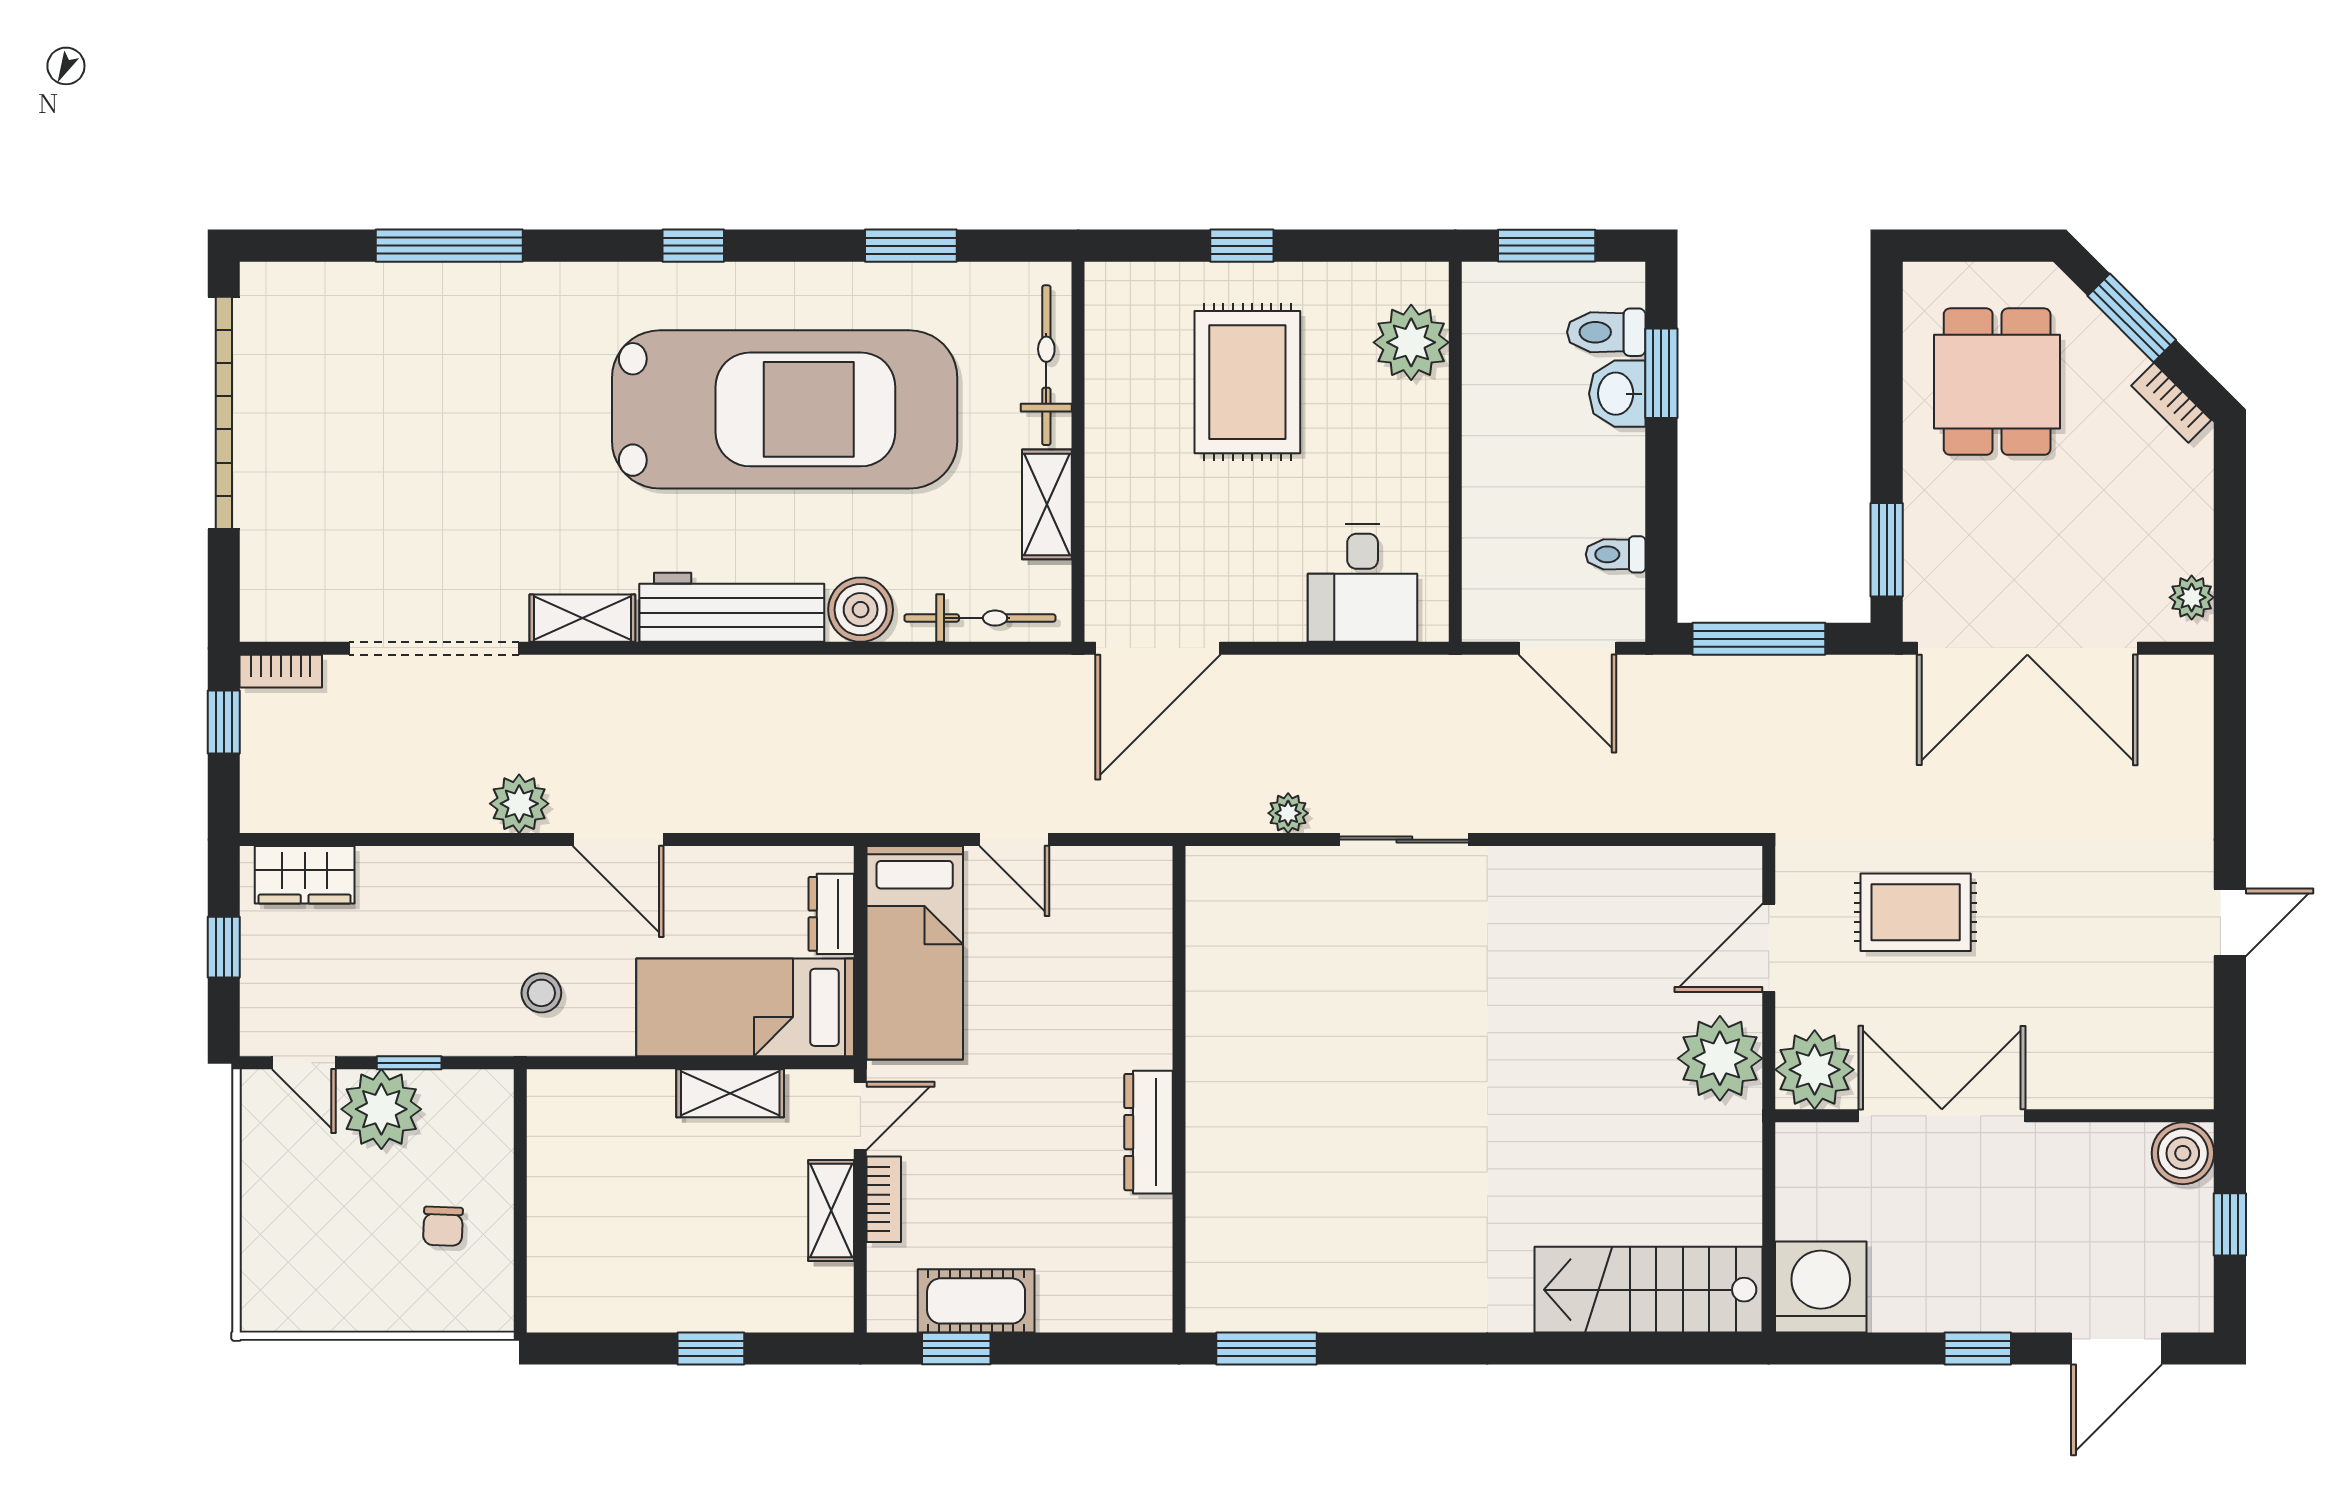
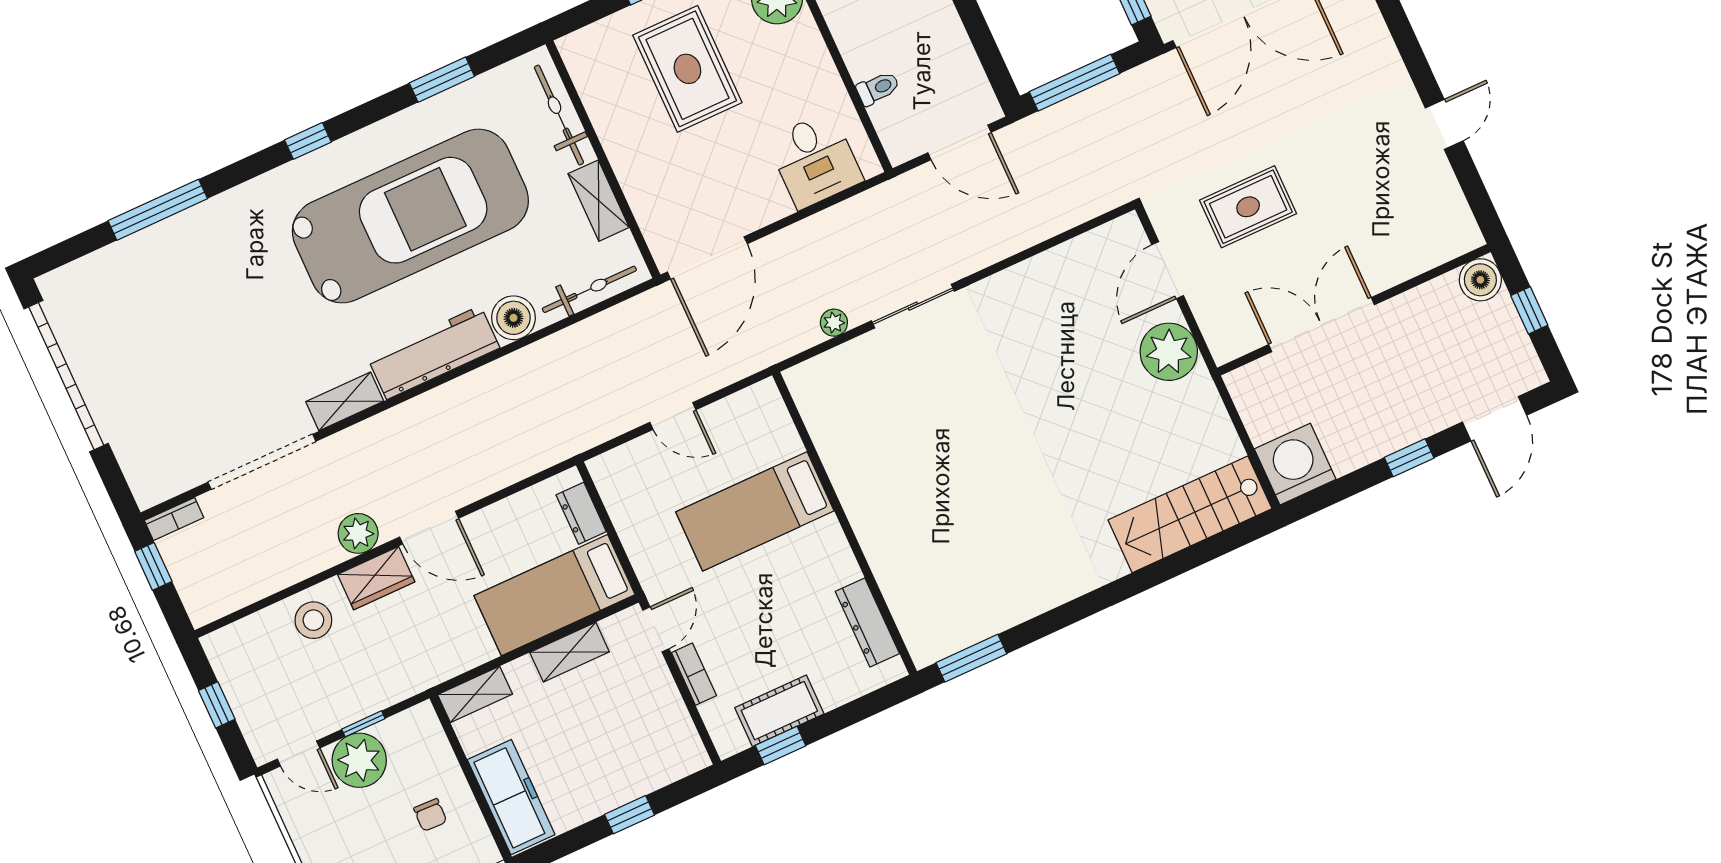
toilet: (1616, 554) -> (878, 88), moved, turned 180
wardrobe: (305, 875) -> (376, 578), moved
bed: (915, 953) -> (755, 511), moved, turned 90
stool: (541, 993) -> (313, 620), moved, width x1.37, depth x1.37
plant: (1815, 1070) -> (1230, 332), removed
dresser: (1149, 1132) -> (867, 622), moved
shelving: (831, 1210) -> (475, 694), moved, turned 90
freezer: (563, 1252) -> (511, 797), added

